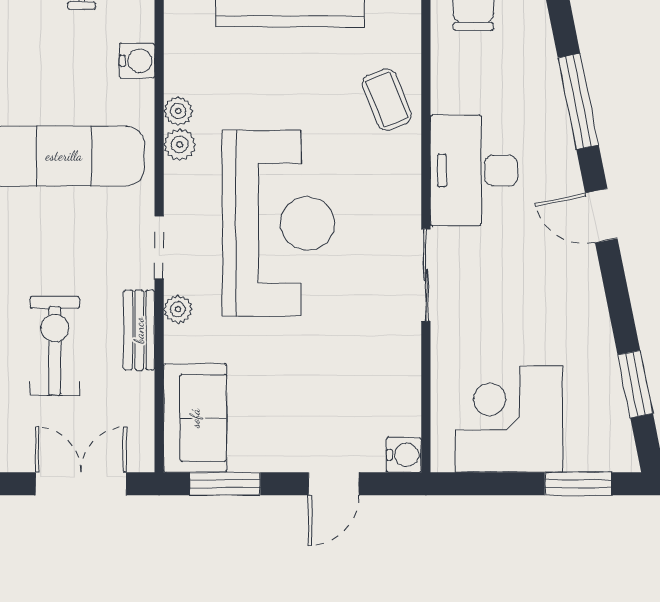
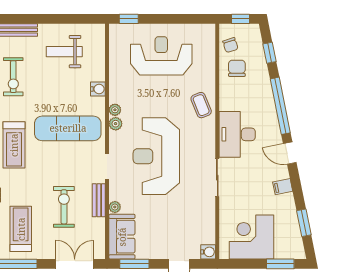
window: (578, 101) -> (280, 106), width x1.46
reception desk: (278, 223) -> (156, 156), turned 180
filing cabinet: (584, 297) -> (283, 187), added
plant: (178, 309) -> (115, 207), moved

